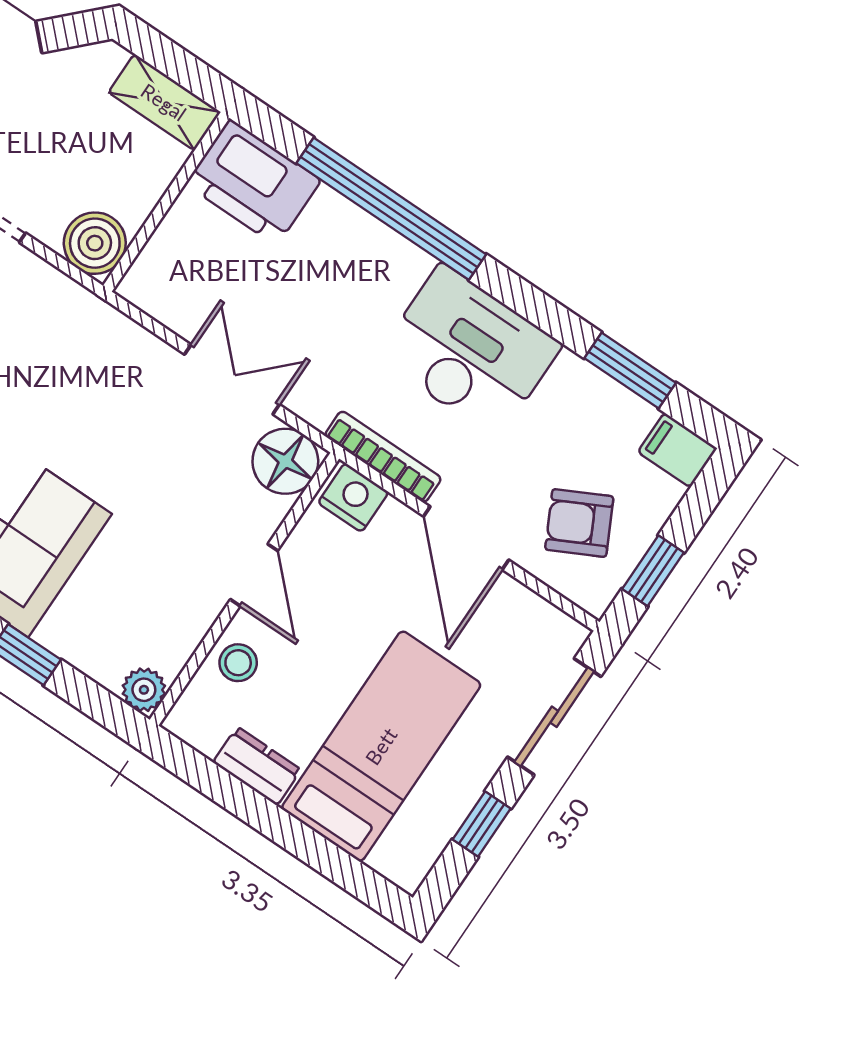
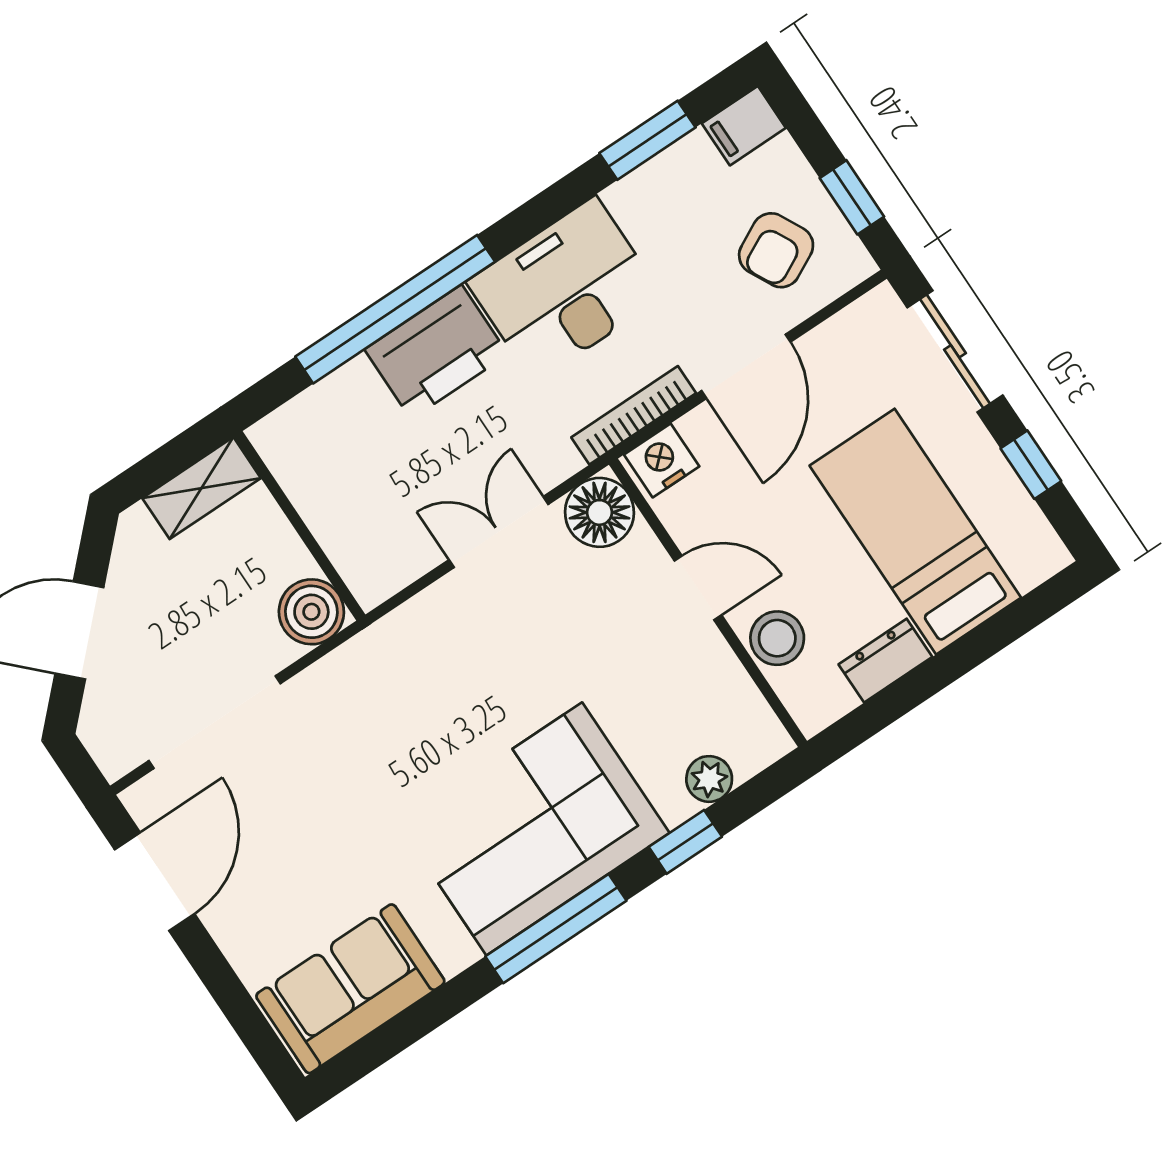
printer: (253, 182) -> (436, 352), moved
door: (466, 538) -> (746, 366), hinge flipped
stool: (238, 663) -> (777, 638), width x1.37, depth x1.37
plant: (144, 690) -> (709, 779), moved

